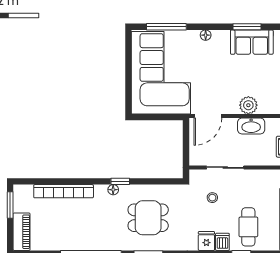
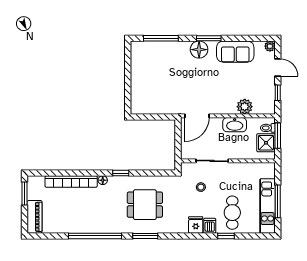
window: (247, 27) -> (209, 38), moved
floor lamp: (206, 35) -> (199, 50), width x1.89, depth x1.89
corner sofa: (161, 73) -> (156, 78), removed
plant: (248, 105) -> (245, 107), moved
floor lamp: (113, 190) -> (103, 180), moved

